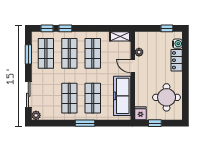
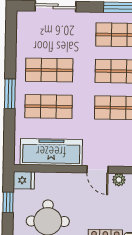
door: (133, 66) -> (98, 170), swing flipped
plant: (36, 115) -> (23, 18), removed

